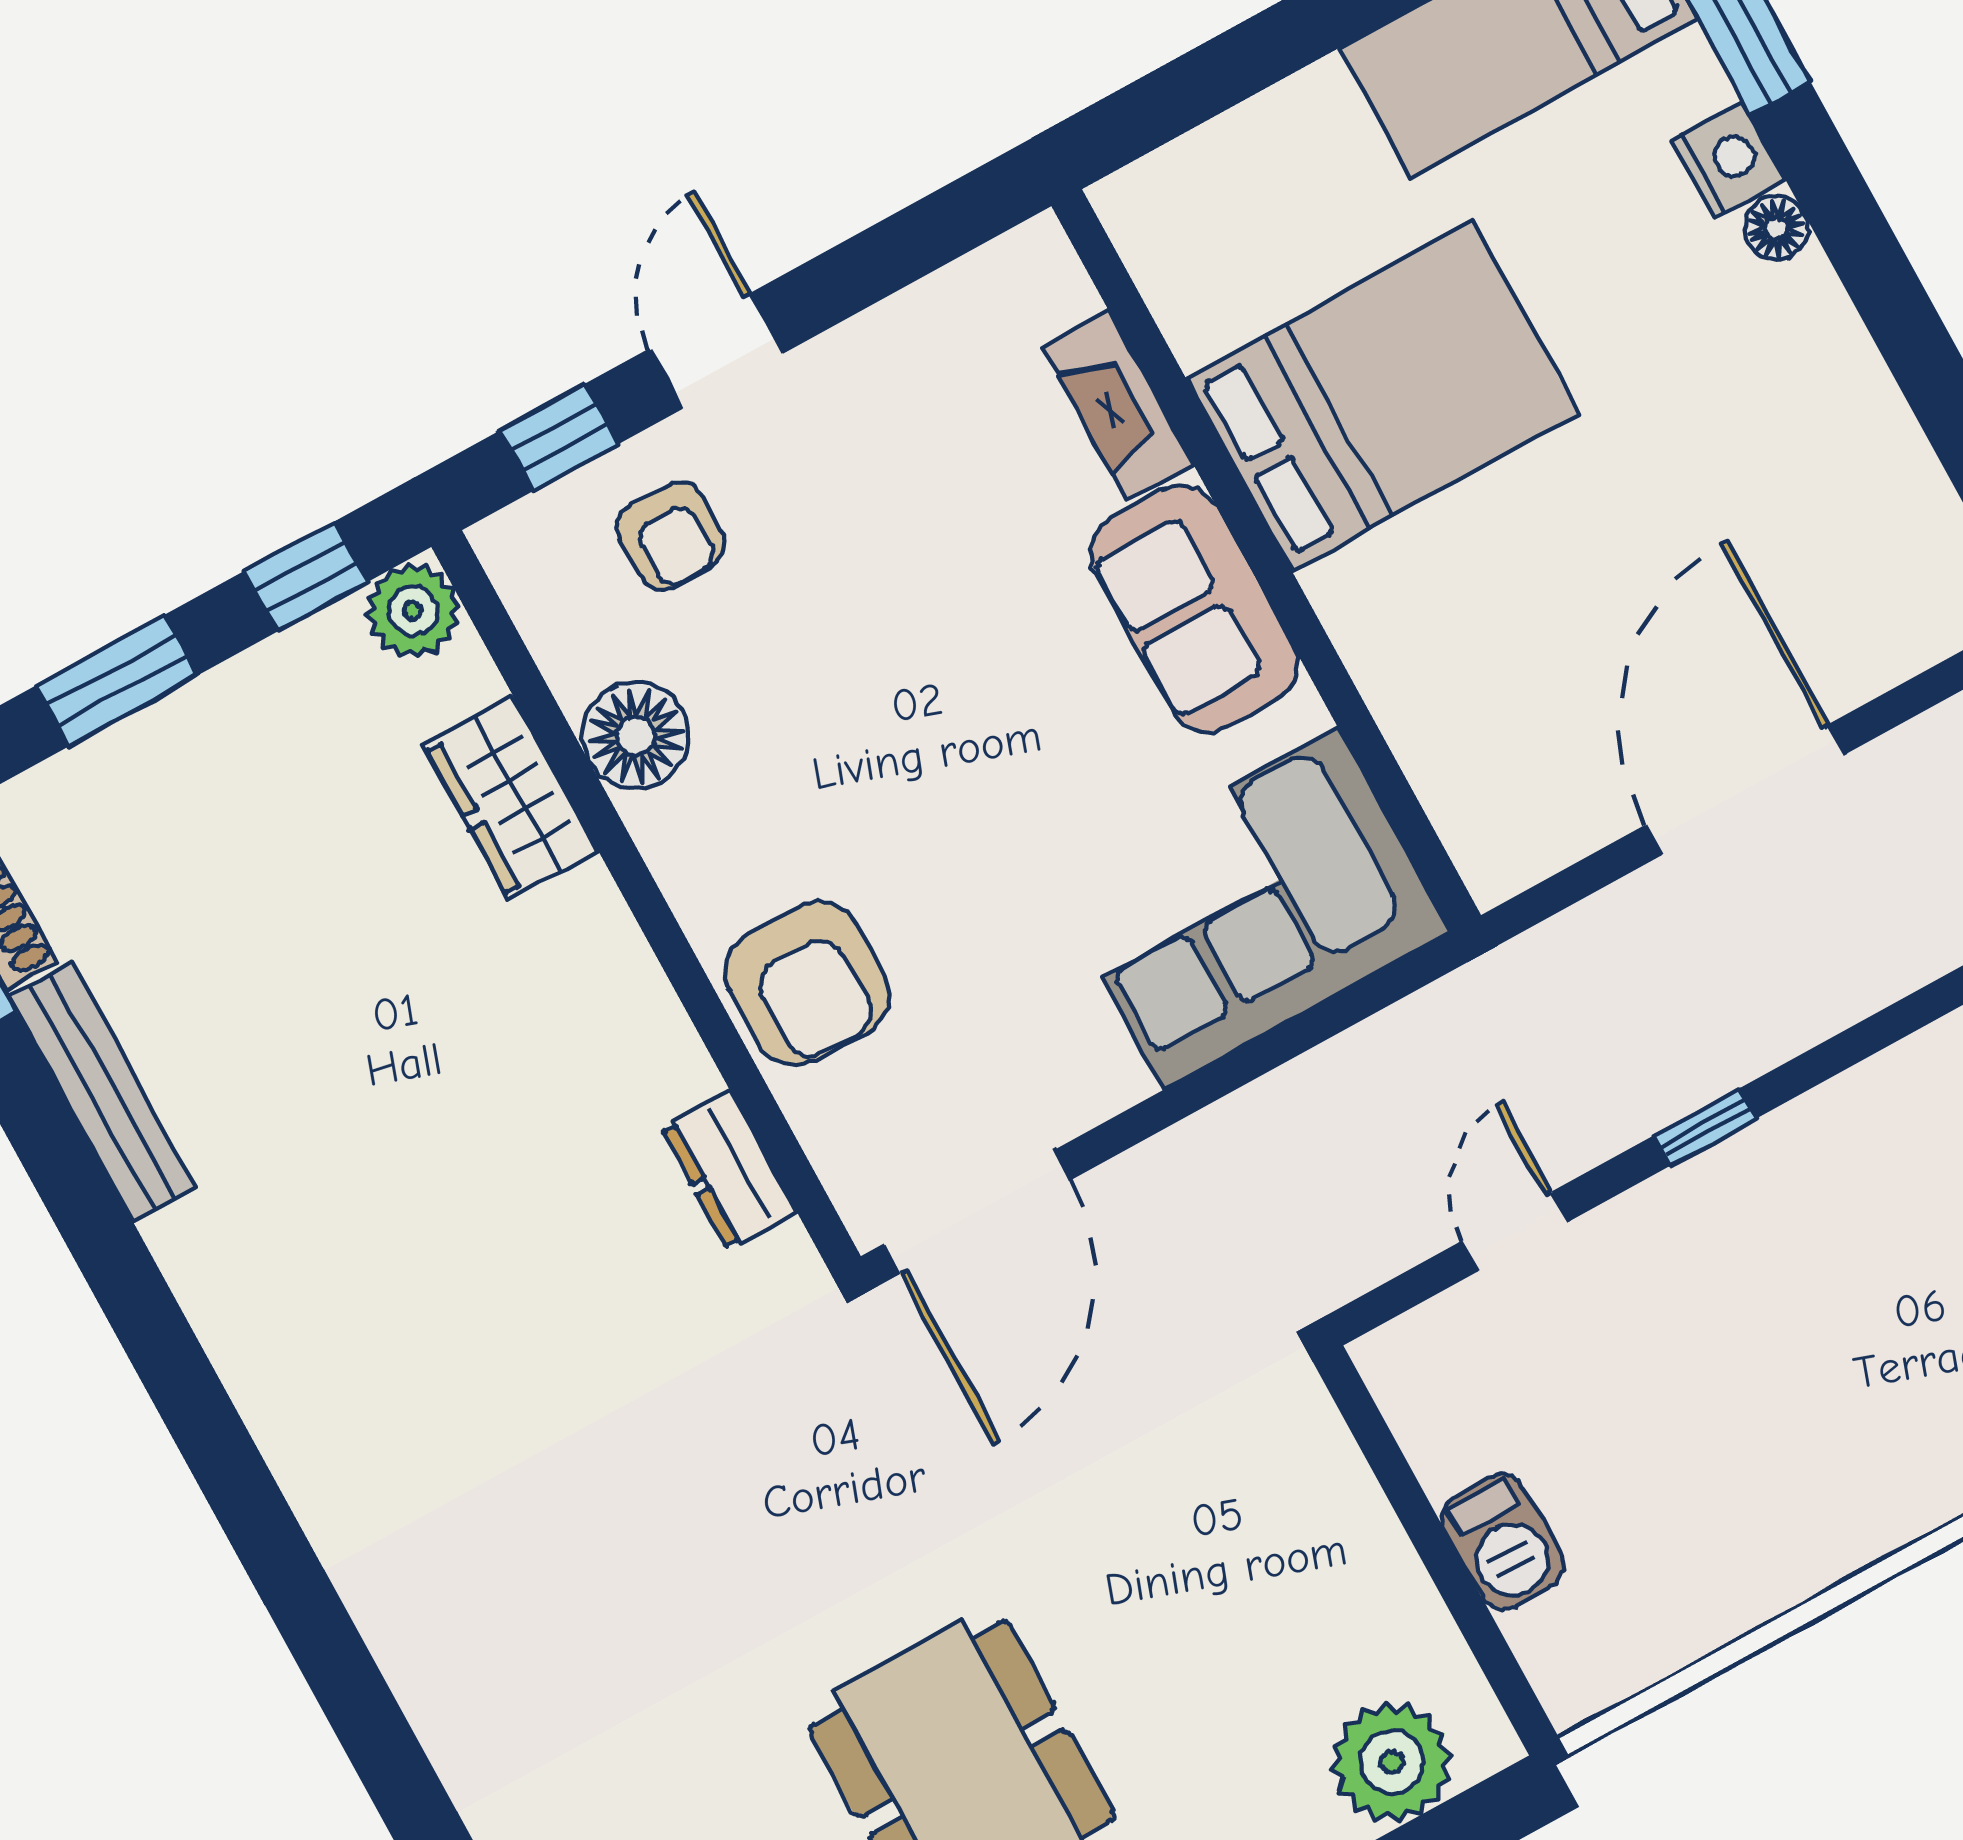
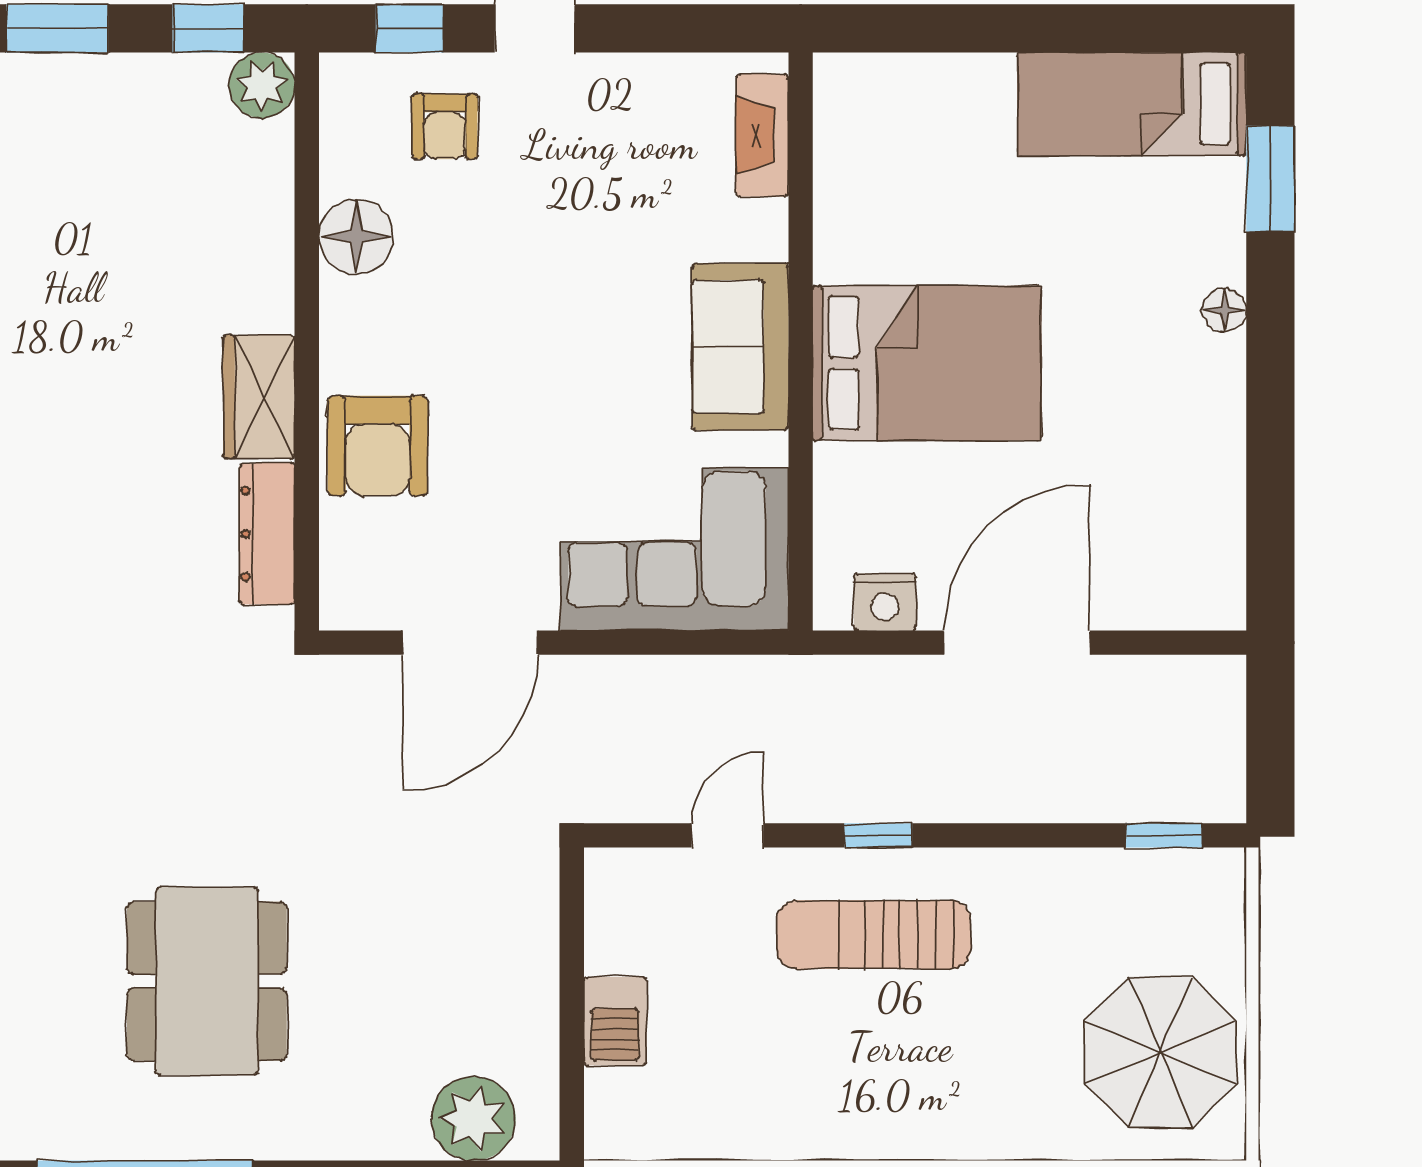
nightstand: (1728, 160) -> (885, 602), moved, turned 90
bed: (1382, 396) -> (927, 363), moved
fireplace: (1119, 406) -> (762, 135), moved
wardrobe: (511, 798) -> (259, 397), moved
dresser: (729, 1170) -> (267, 534), width x1.44
door: (977, 1212) -> (470, 643), moved
sun lounger: (1767, 1255) -> (874, 934), added

